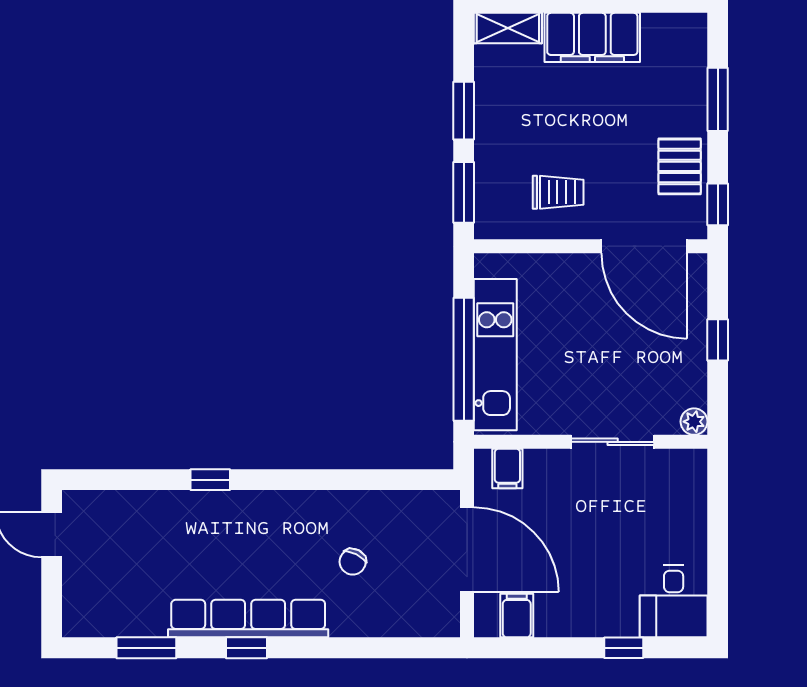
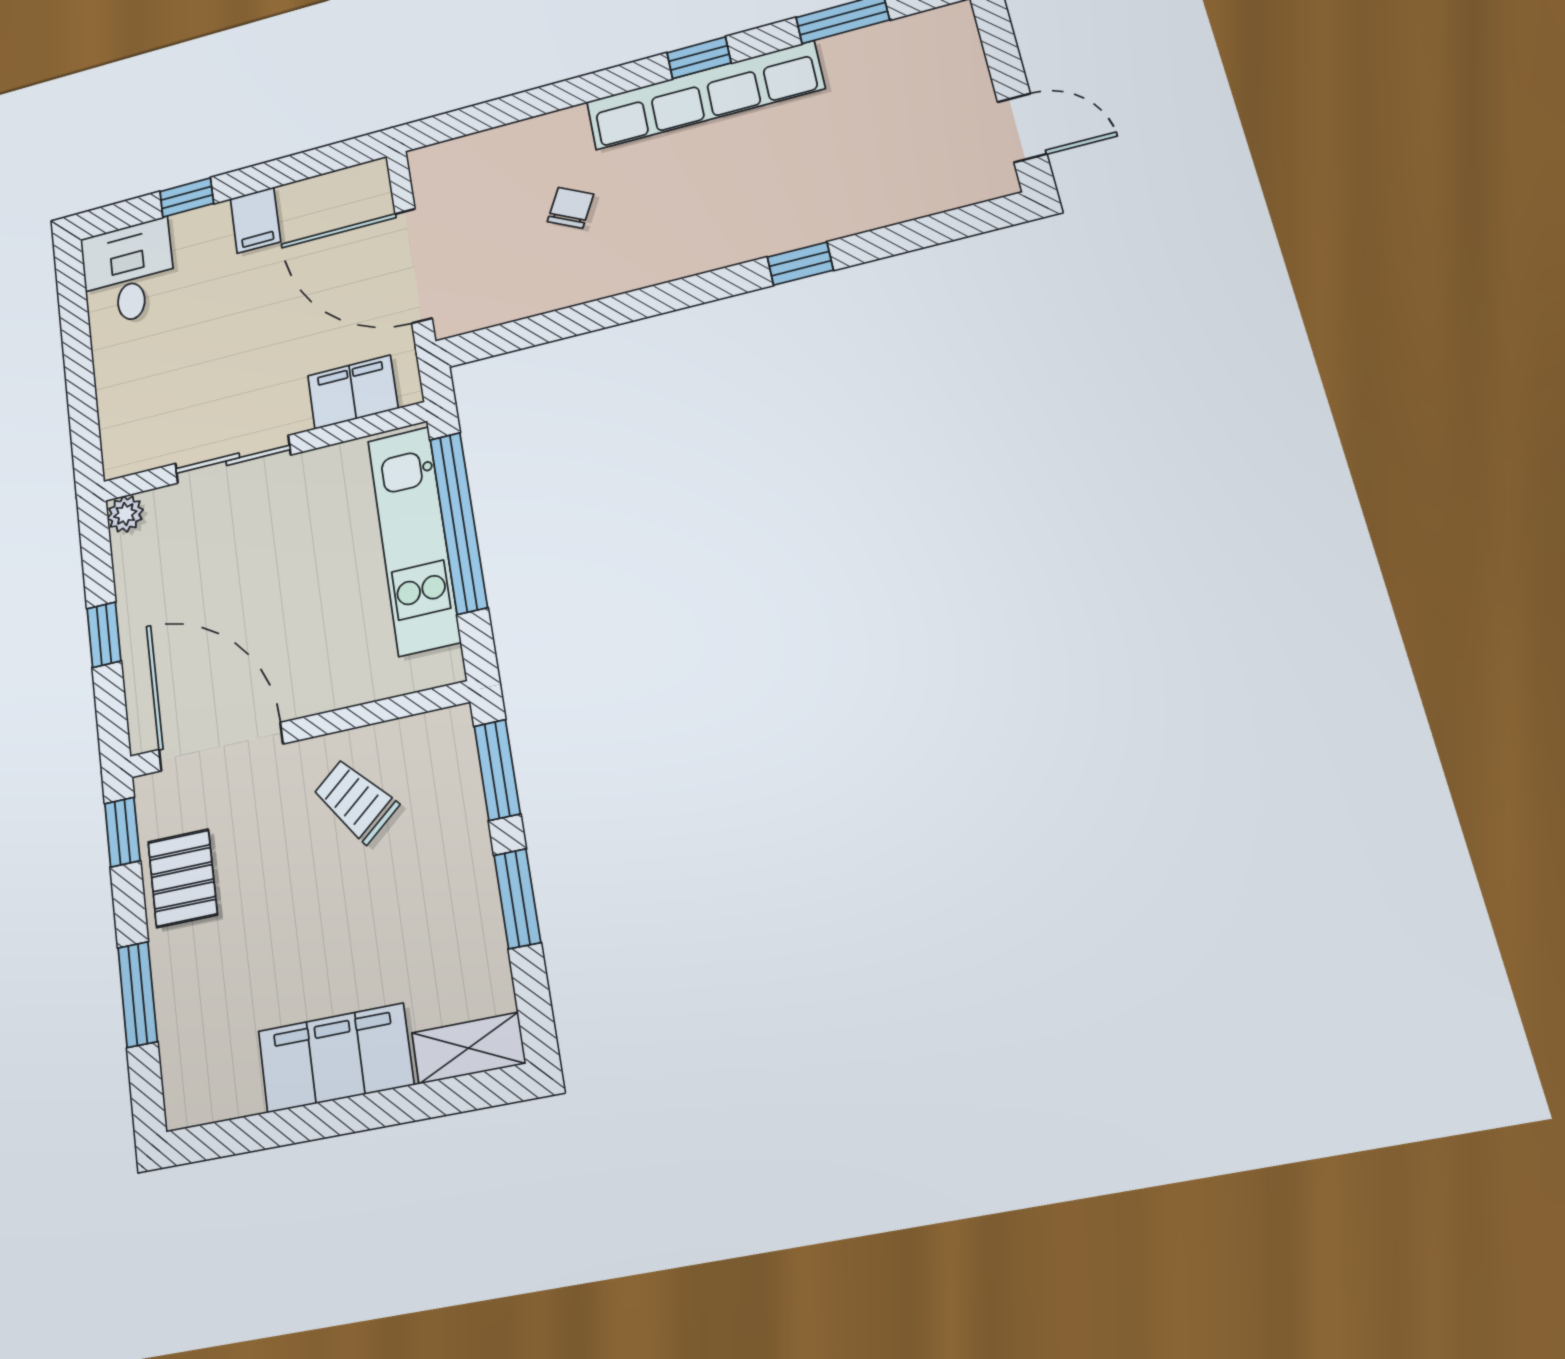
trolley: (558, 192) -> (355, 801), turned 50
filing cabinet: (507, 469) -> (353, 392), width x2.00
filing cabinet: (517, 616) -> (255, 220), moved

